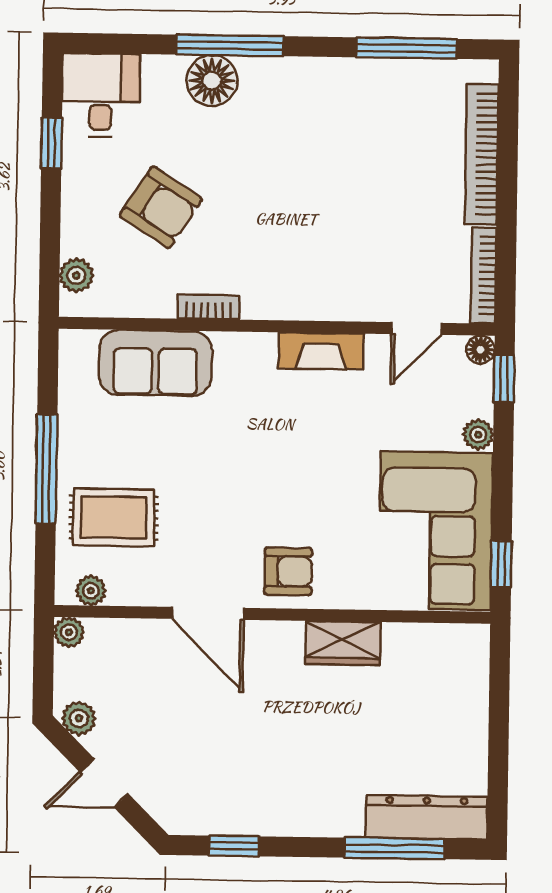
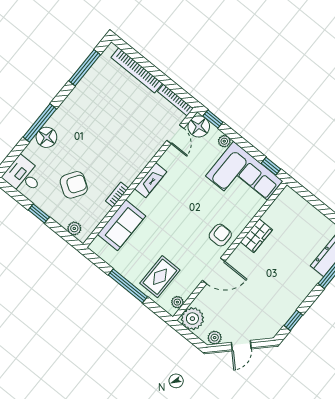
window: (52, 143) -> (39, 214), moved
floor lamp: (480, 350) -> (199, 126), width x1.89, depth x1.89
fireplace: (321, 351) -> (151, 180), moved
plant: (69, 632) -> (192, 319), width x1.88, depth x1.88

